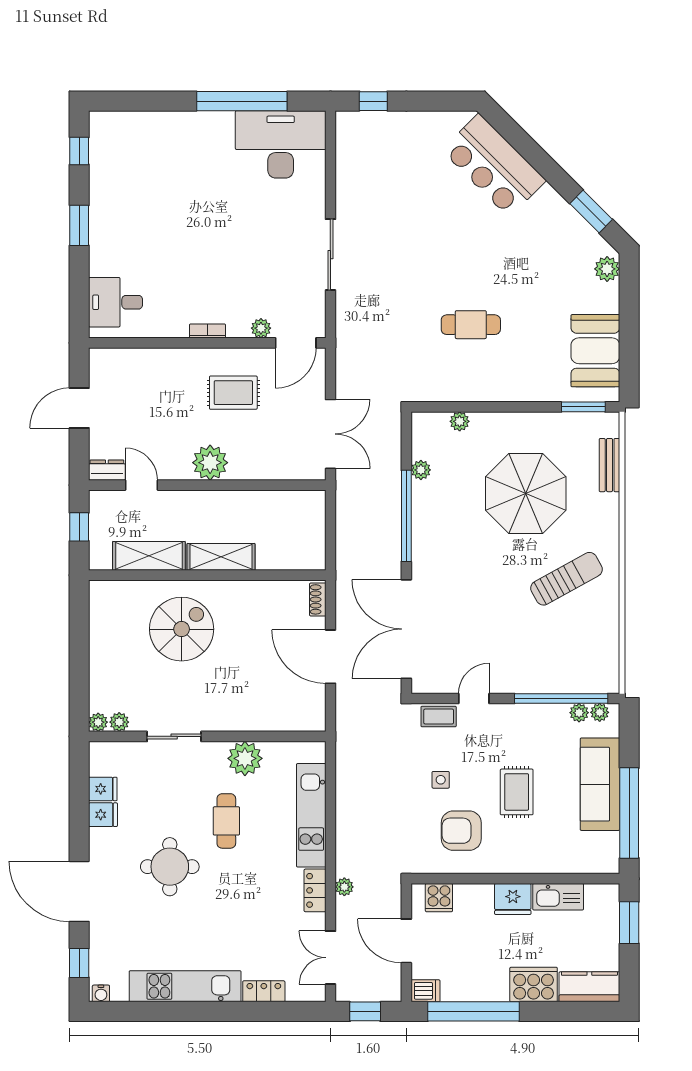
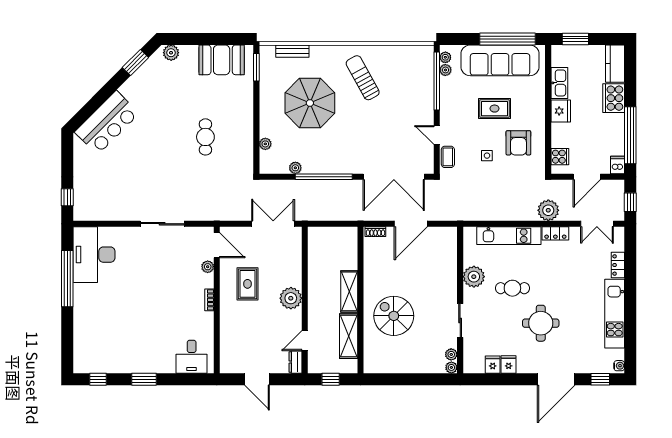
sofa: (600, 784) -> (500, 60), width x1.36, depth x1.27
plant: (344, 887) -> (548, 210), width x1.88, depth x1.88

